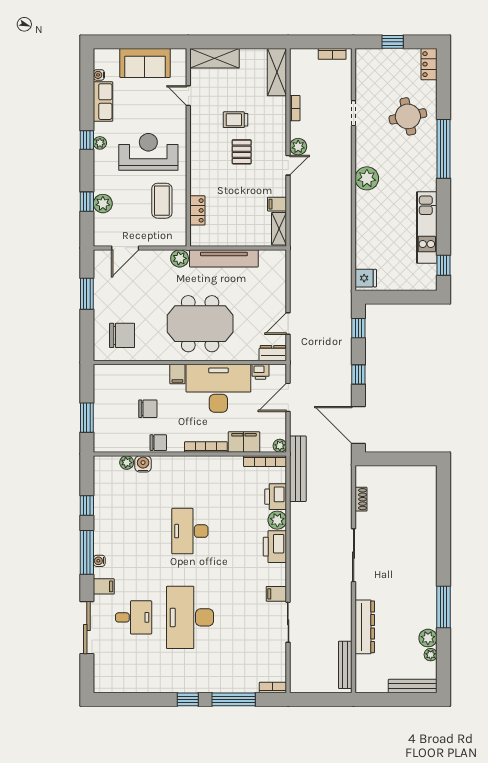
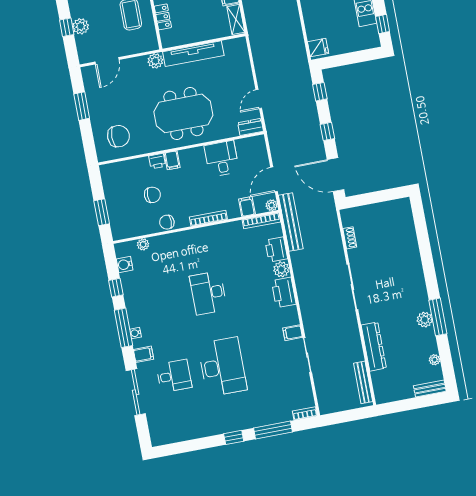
printer: (260, 372) -> (157, 161), moved
desk: (218, 388) -> (222, 159), width x0.53, depth x0.77
door: (288, 397) -> (274, 179), moved
filing cabinet: (244, 442) -> (247, 207), width x0.50
chair: (158, 443) -> (167, 222), turned 180
water cooler: (143, 464) -> (125, 264), moved, turned -90
desk: (190, 617) -> (222, 367), turned 180
plant: (428, 638) -> (425, 320), moved
bench: (413, 686) -> (430, 389), width x0.73

